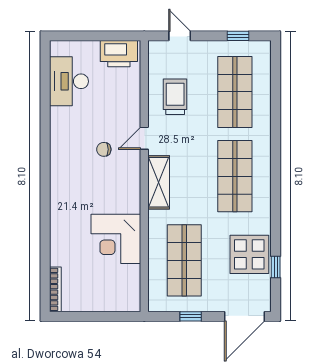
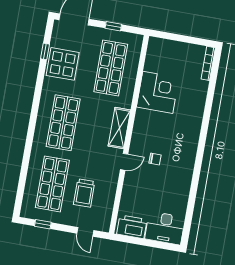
desk: (69, 81) -> (165, 228), moved, turned 90
trolley: (175, 97) -> (84, 193), moved

